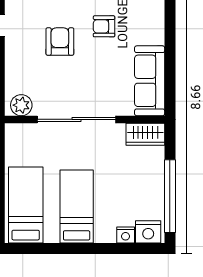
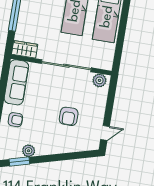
armchair: (104, 26) -> (15, 120), moved

